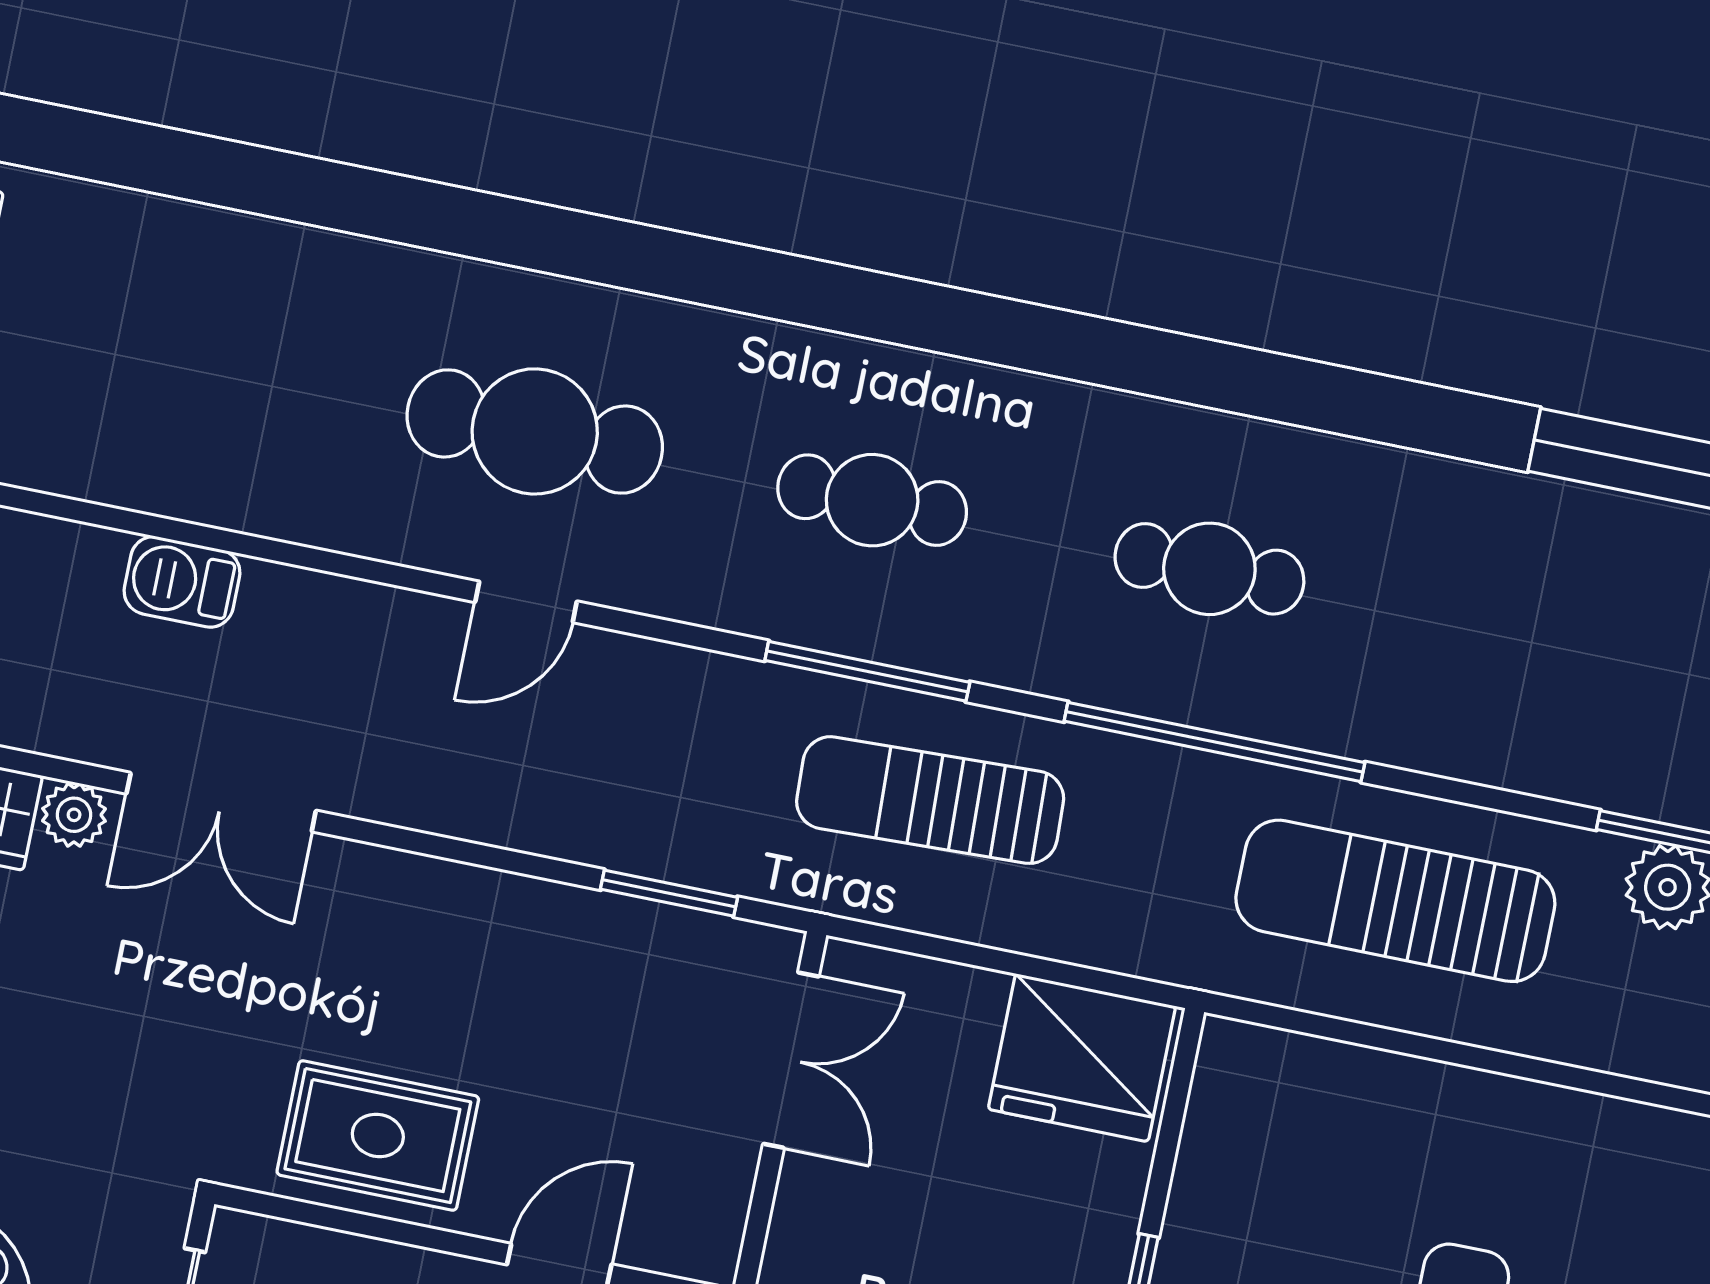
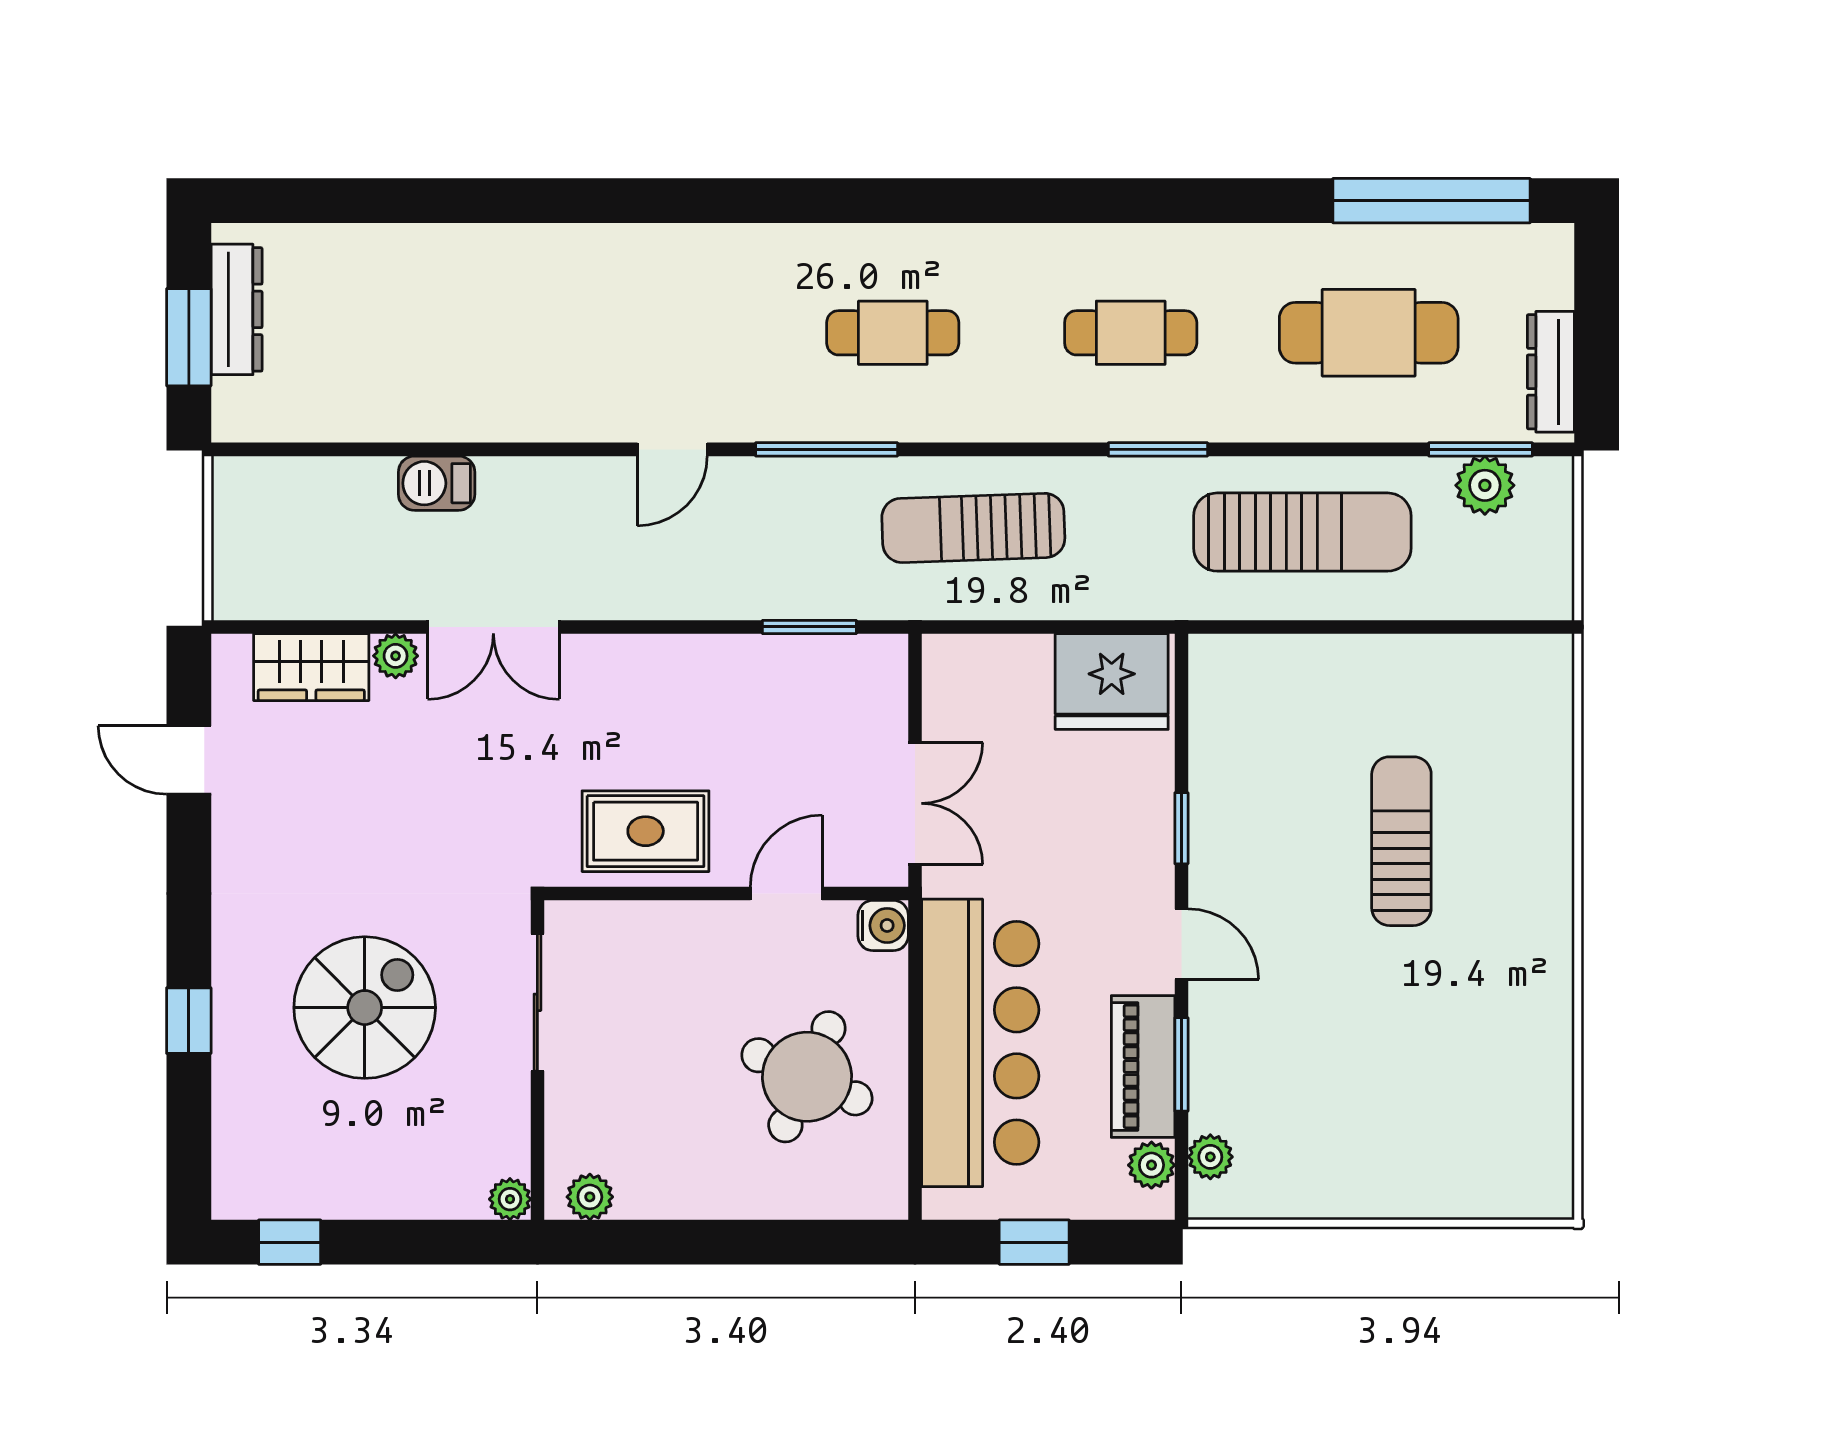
cafe table: (535, 431) -> (1369, 333), moved
window: (867, 671) -> (827, 449), moved
window: (1214, 742) -> (1158, 449), width x0.47
sun lounger: (1395, 901) -> (1302, 532), turned 180
double door: (791, 1060) -> (915, 803), moved

